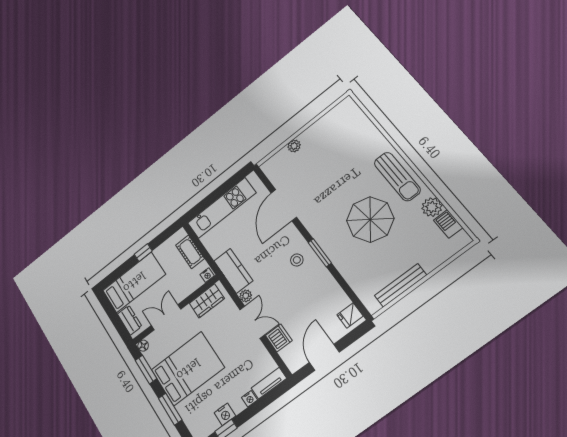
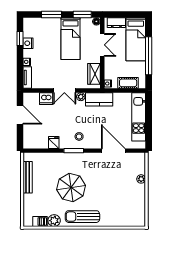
window: (143, 253) -> (149, 56), width x3.17
fridge: (350, 315) -> (54, 142), moved
bed: (188, 369) -> (71, 39), width x0.67

